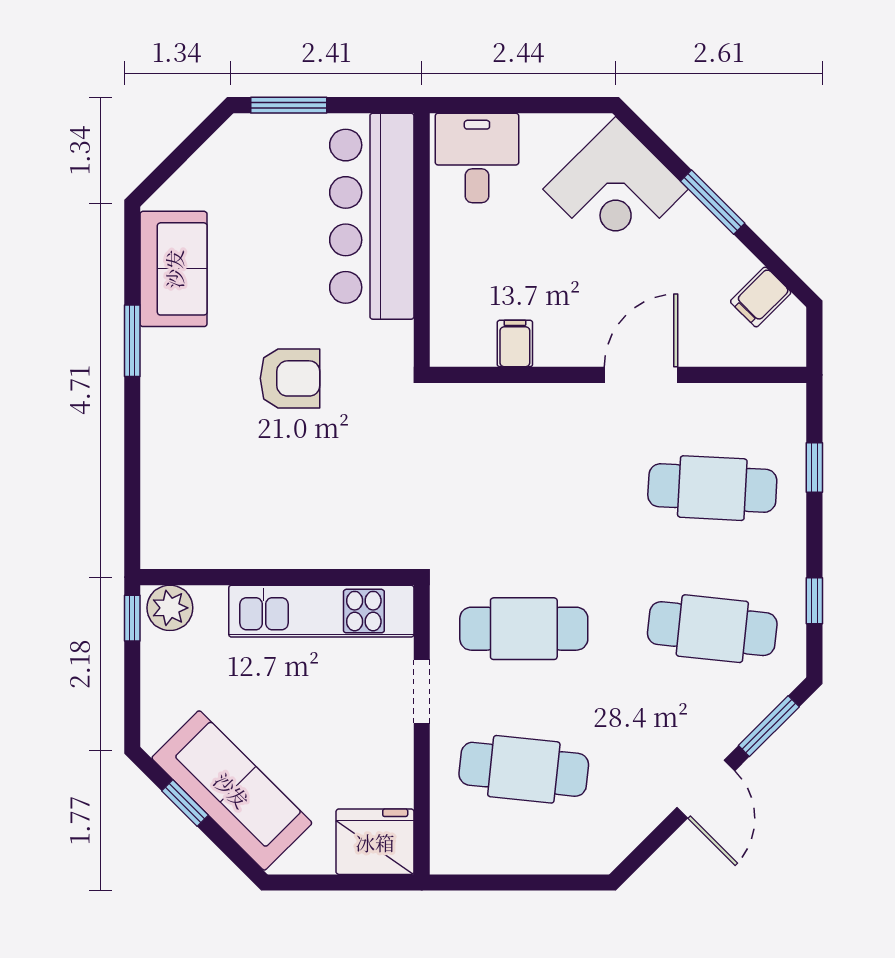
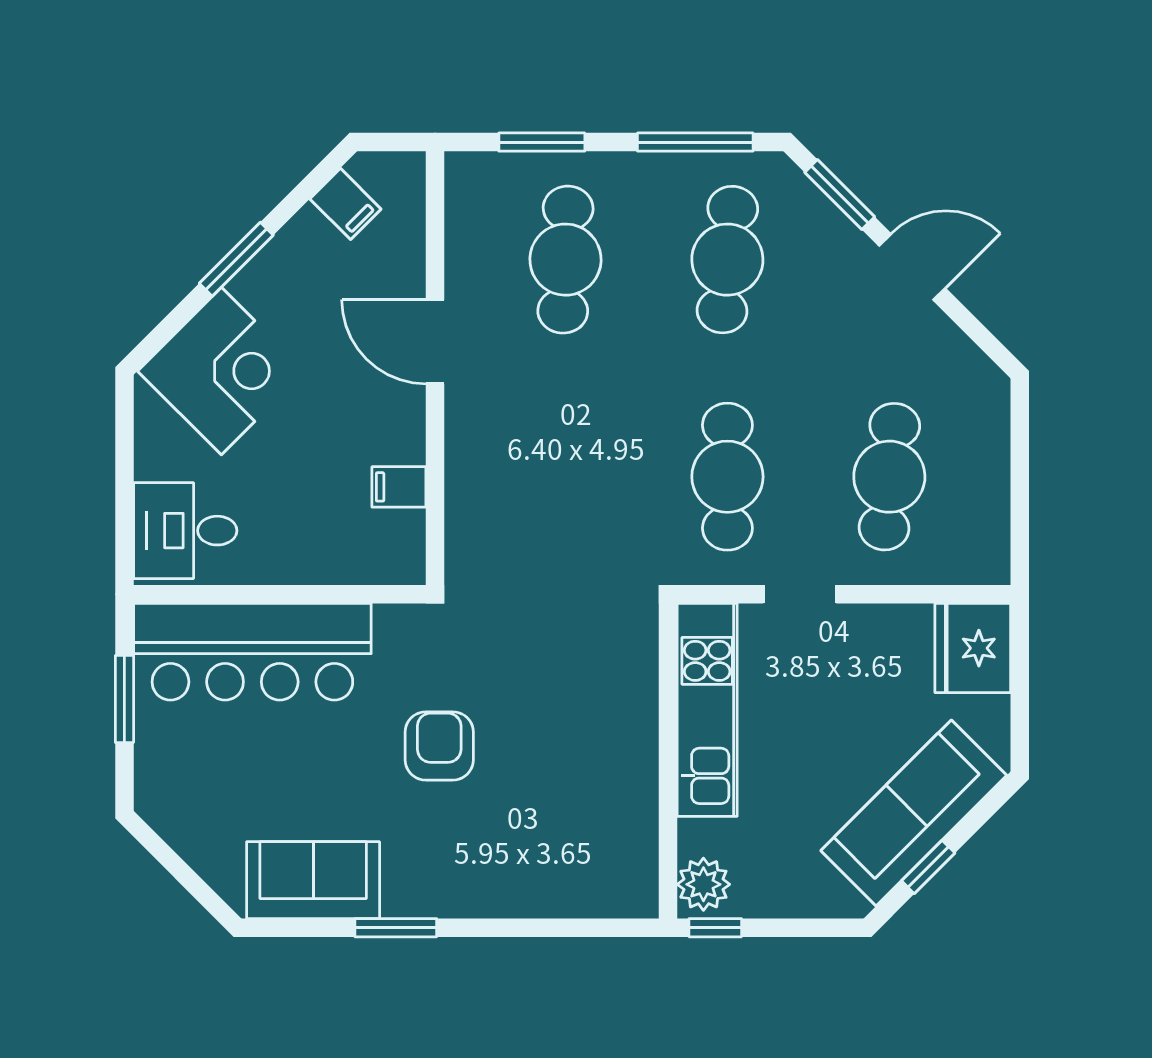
window: (289, 105) -> (124, 699), moved
window: (814, 467) -> (542, 142), width x1.50
window: (814, 601) -> (695, 142), width x2.17

